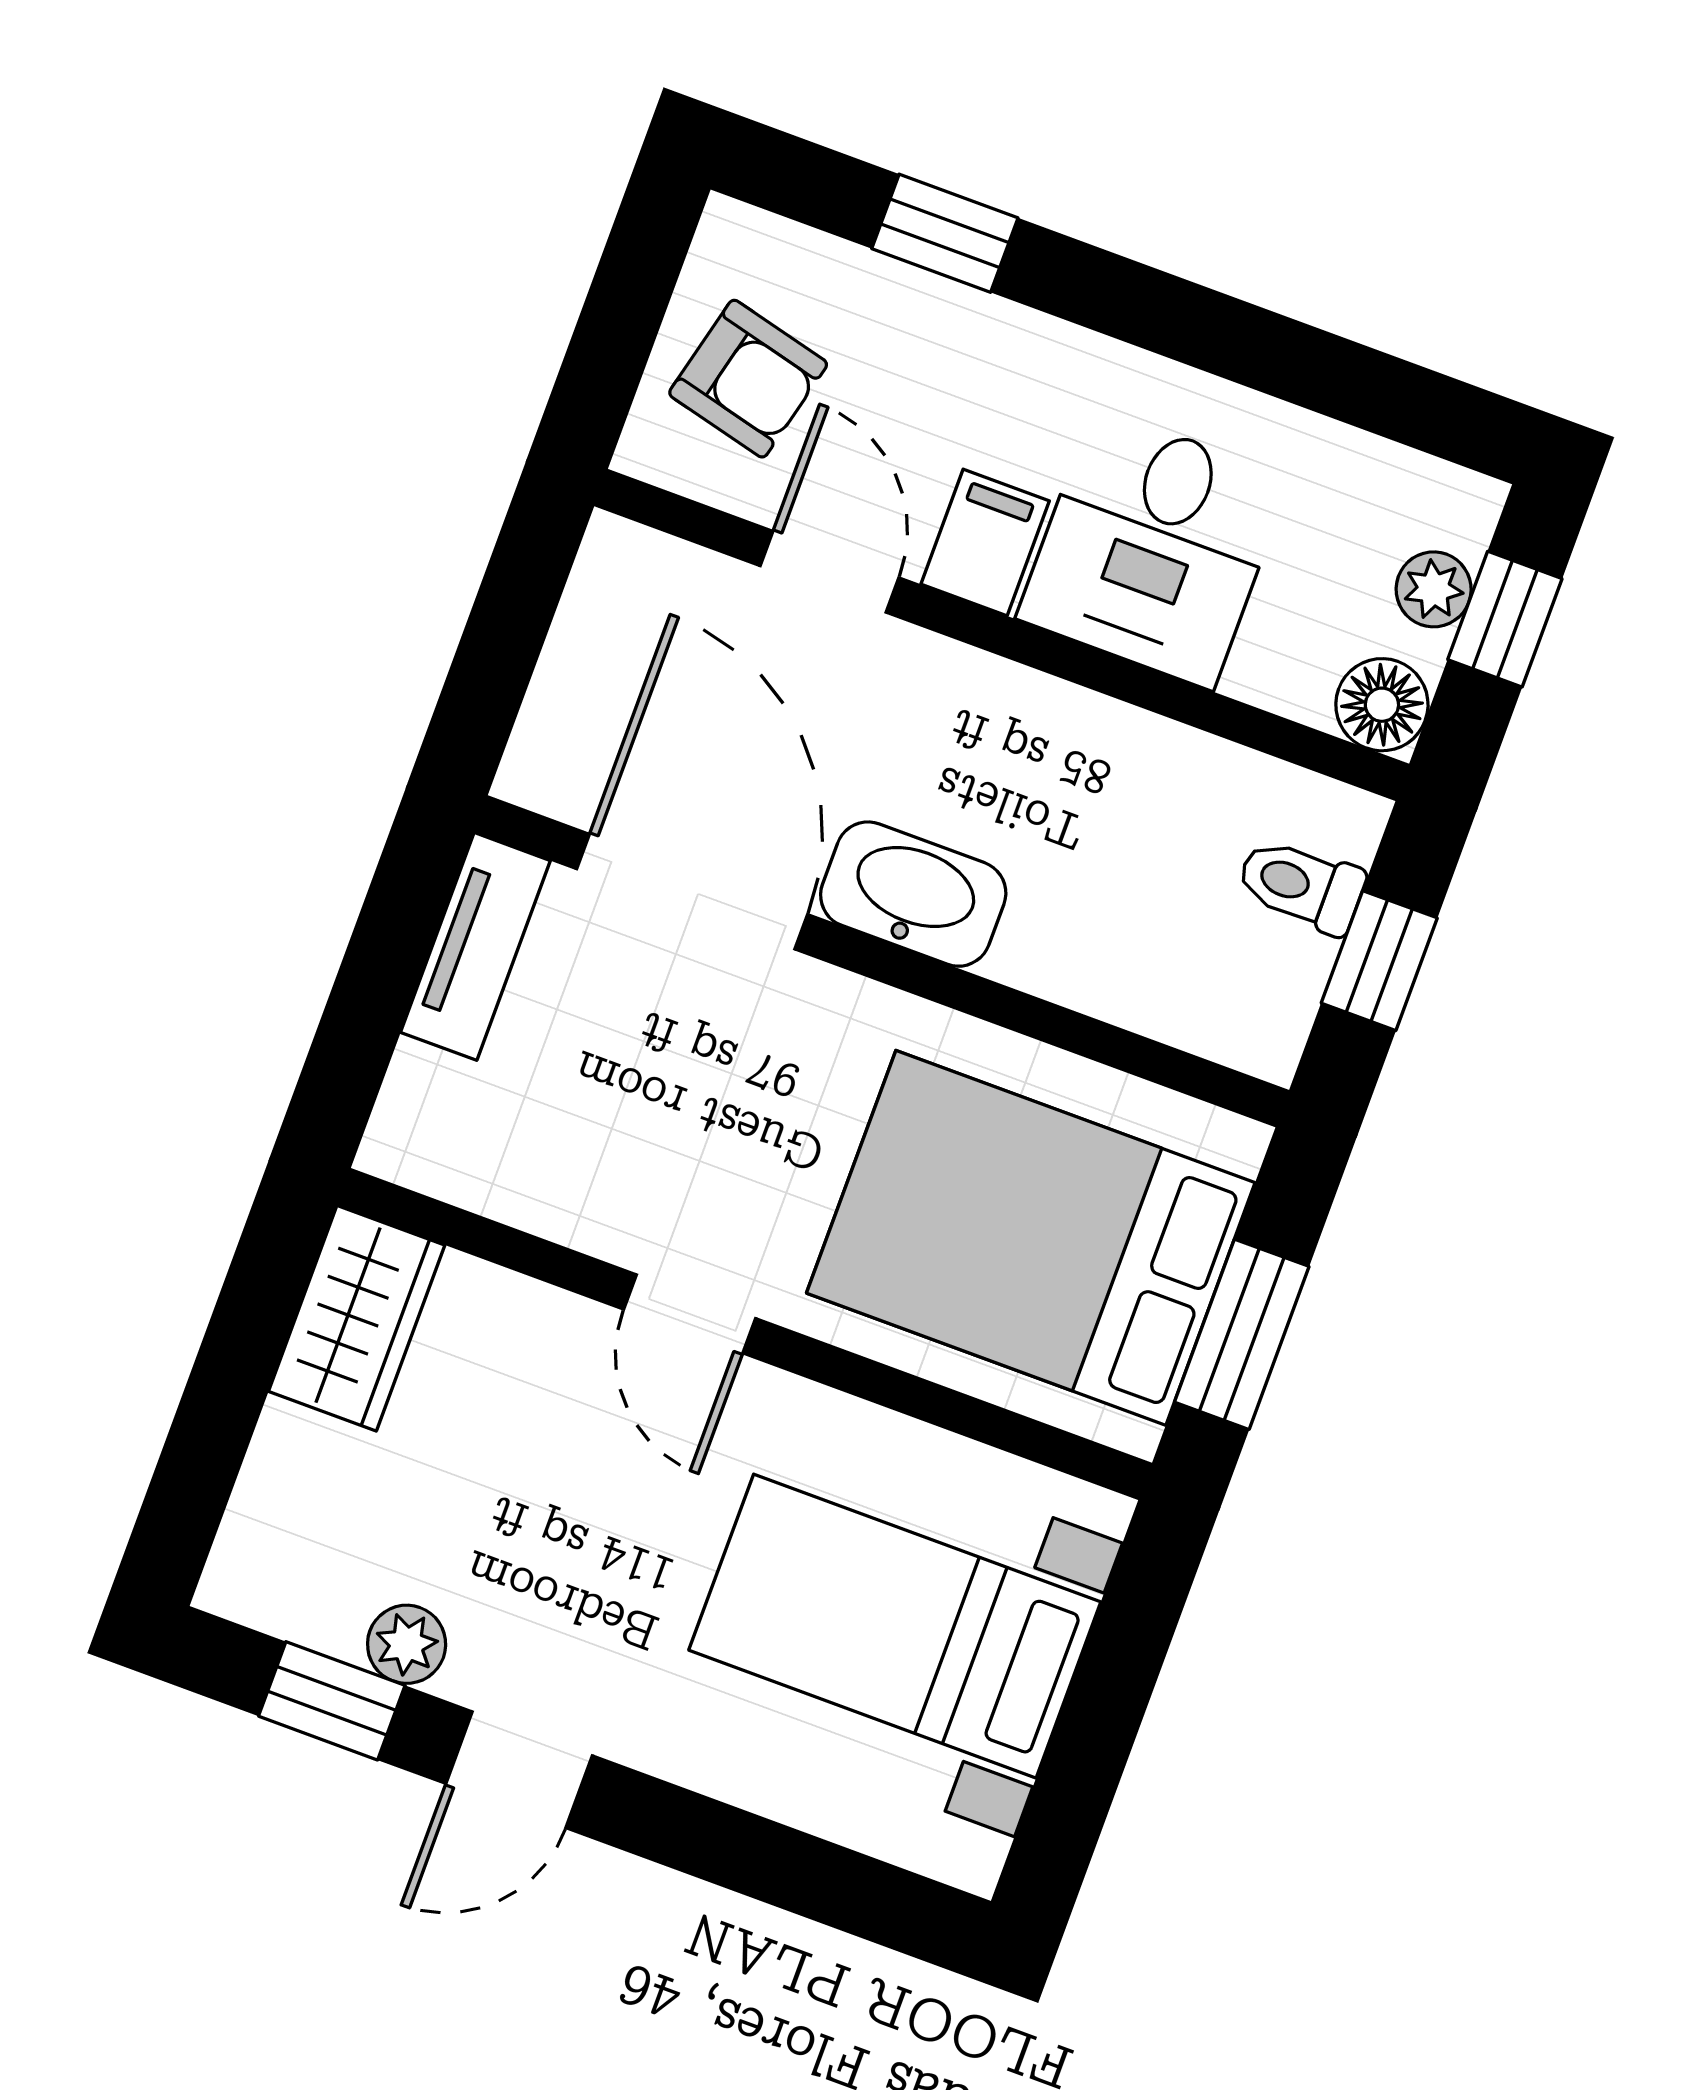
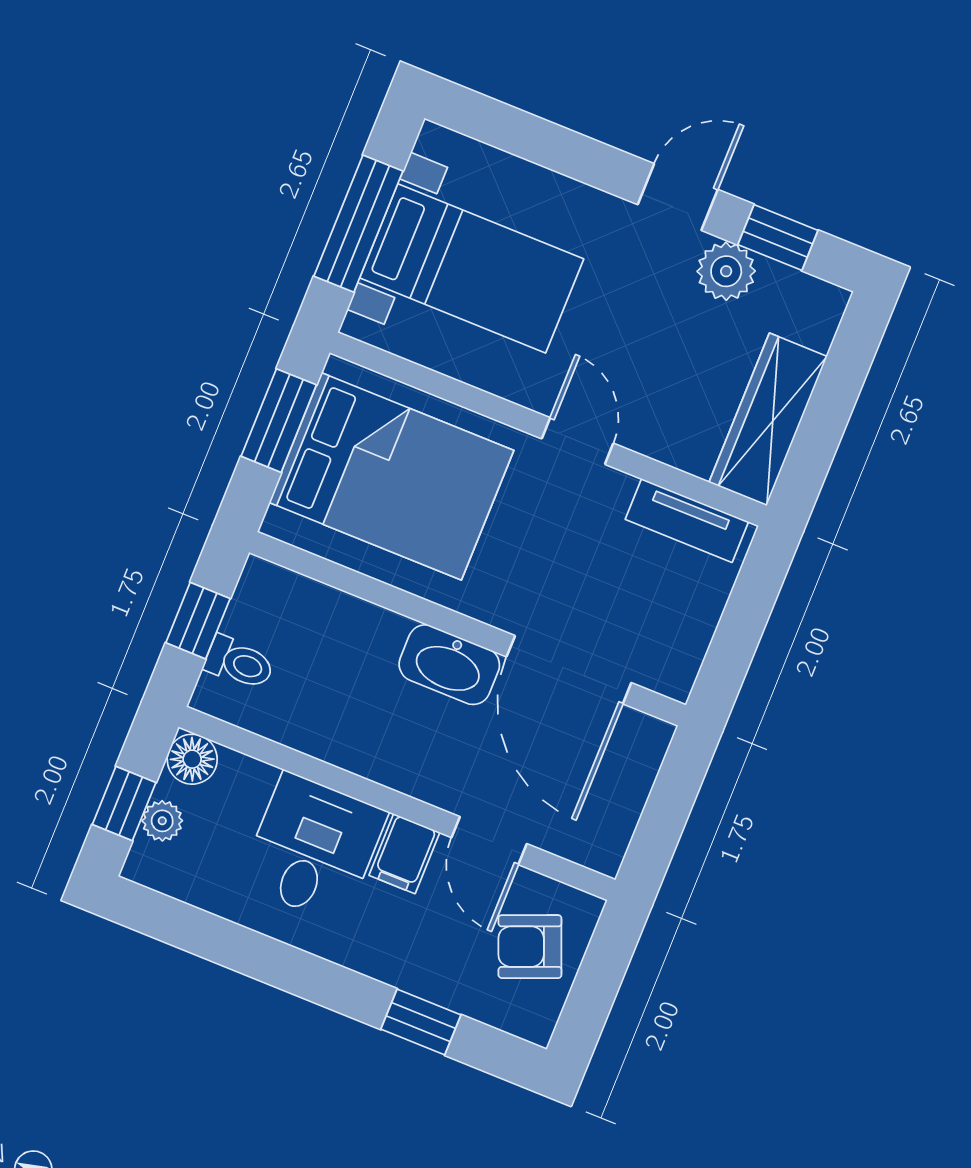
armchair: (748, 379) -> (530, 947), turned -36
tv unit: (475, 946) -> (687, 521), moved, turned -90
wardrobe: (357, 1318) -> (768, 419), width x1.50
plant: (407, 1644) -> (726, 271), width x1.38, depth x1.38
window: (1106, 1702) -> (358, 224), added

